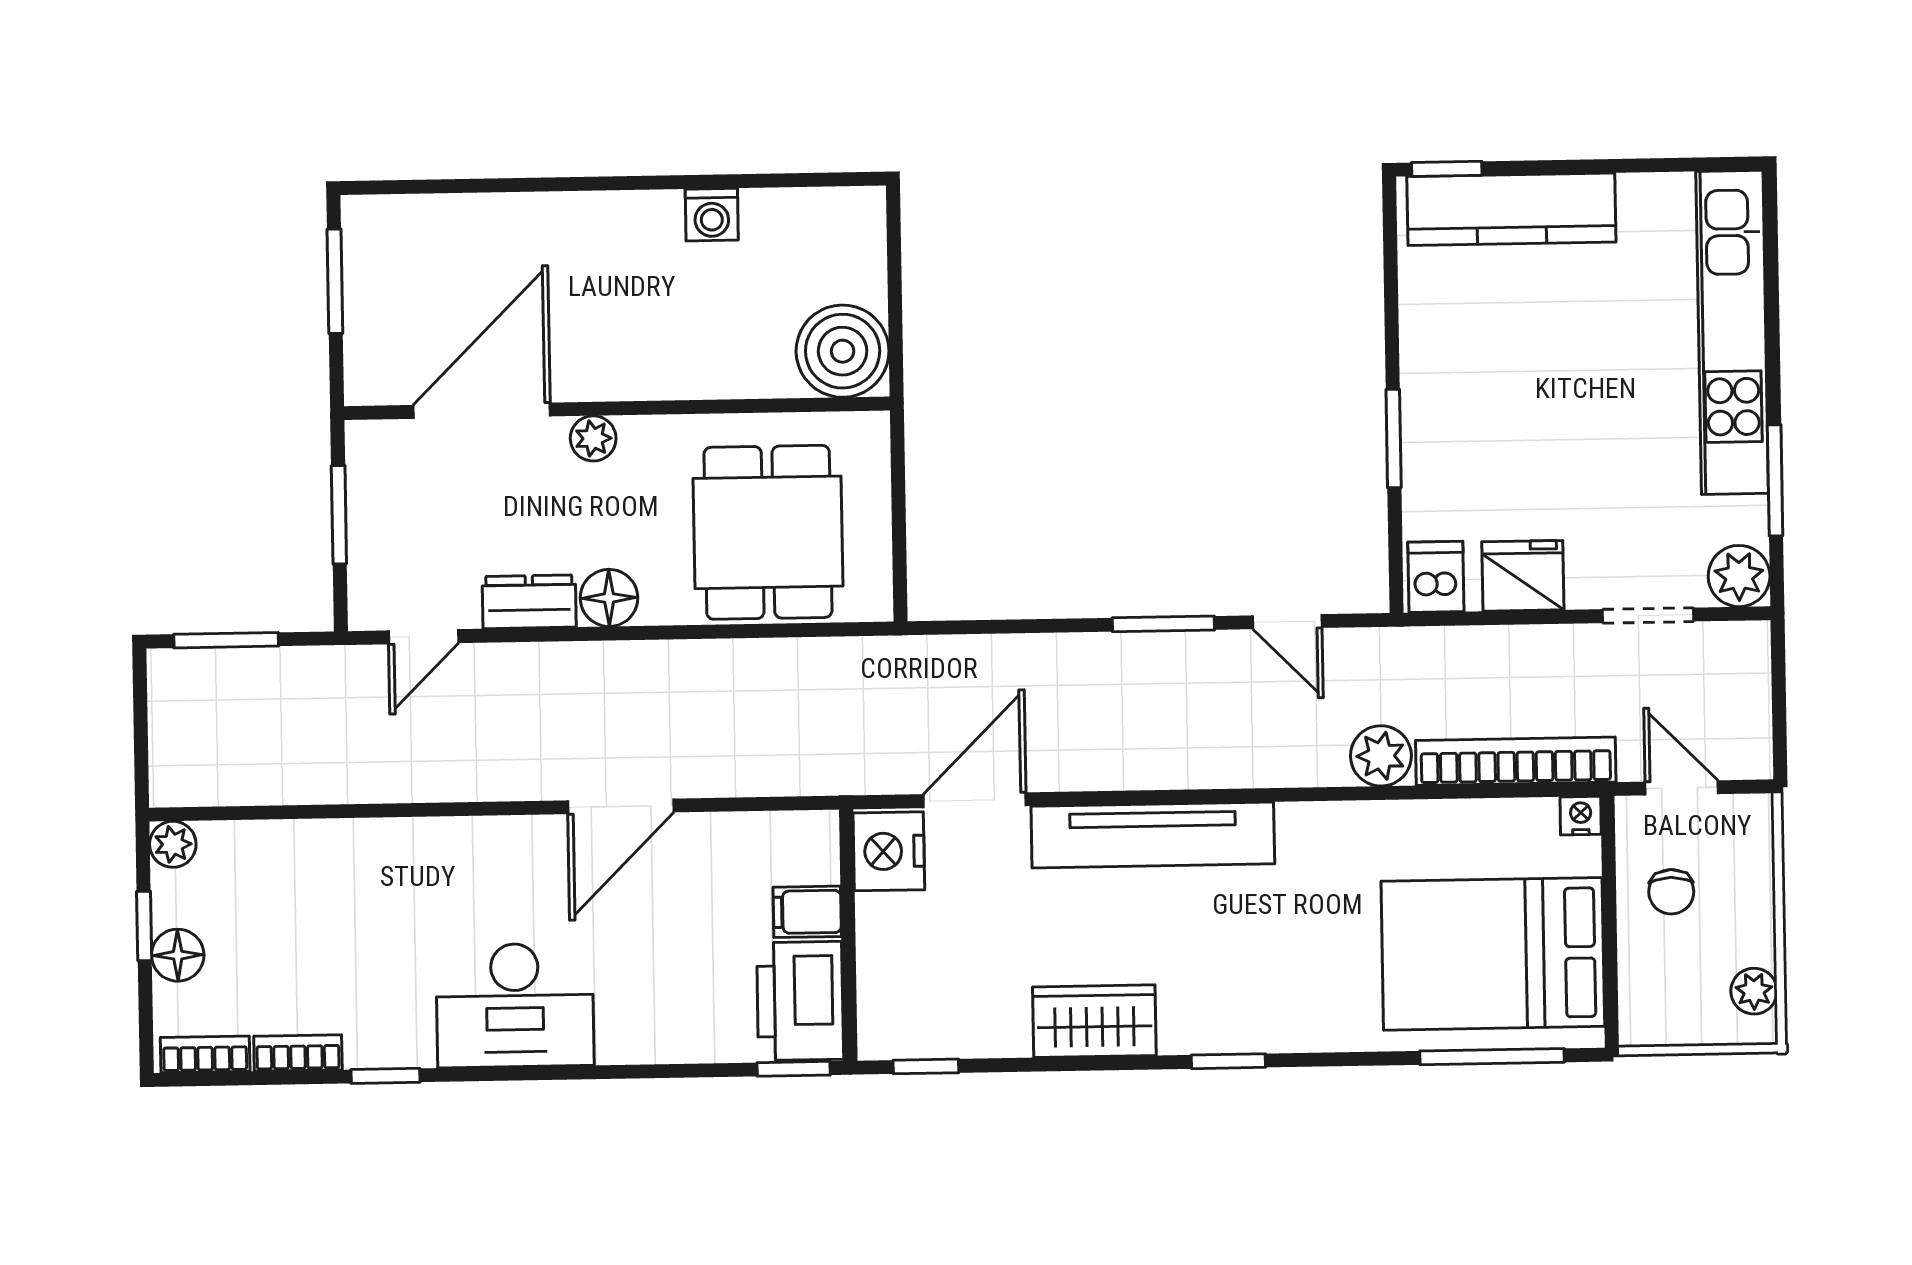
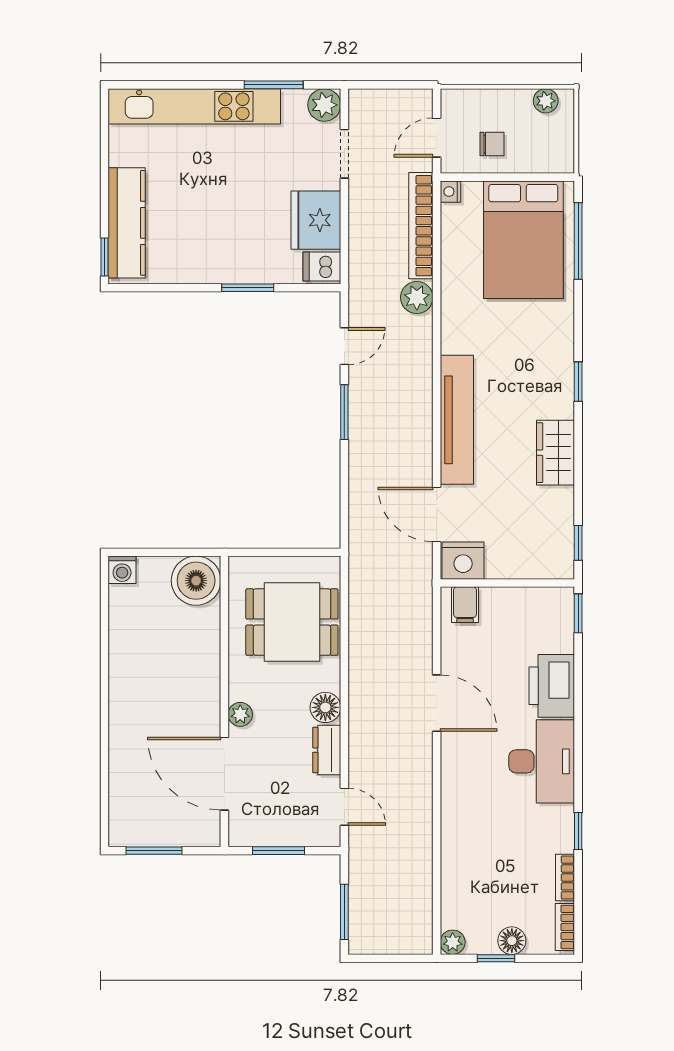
washing machine: (712, 215) -> (122, 570), moved, turned 90
fridge: (1523, 576) -> (316, 220), width x1.36, depth x1.34
filing cabinet: (807, 912) -> (465, 605), moved
printer: (800, 1001) -> (552, 686), moved, turned 90

